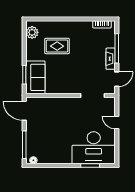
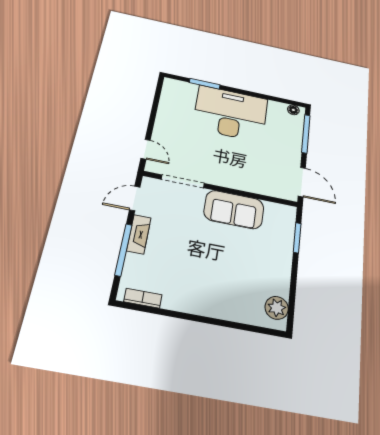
rug: (57, 46) -> (234, 275), removed
sofa: (35, 77) -> (234, 210), moved, turned -90
door: (117, 122) -> (146, 149), moved
desk: (94, 148) -> (231, 113), moved

